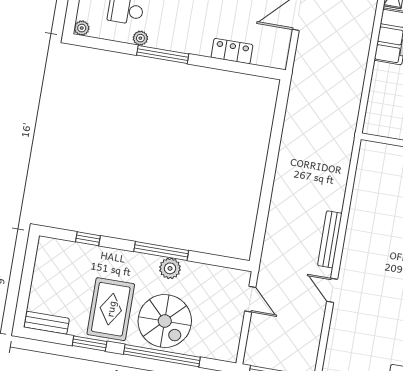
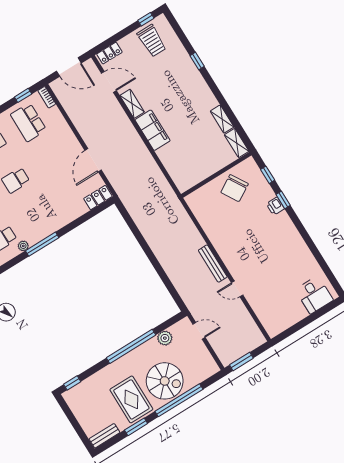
locker: (232, 51) -> (98, 198), moved
window: (88, 239) -> (72, 383), moved
window: (161, 251) -> (131, 346), width x1.46
plant: (170, 268) -> (165, 338), moved

